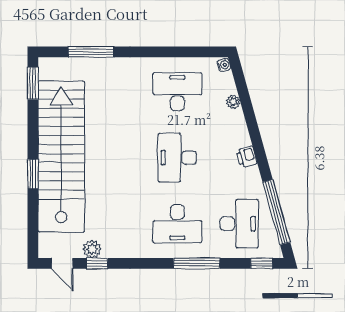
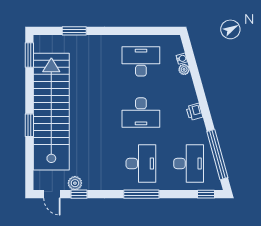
window: (91, 52) -> (74, 31), width x0.69
water cooler: (224, 65) -> (182, 59), moved
desk: (177, 158) -> (141, 112), turned -90
desk: (177, 224) -> (141, 163), turned -90
window: (197, 263) -> (141, 194), moved

